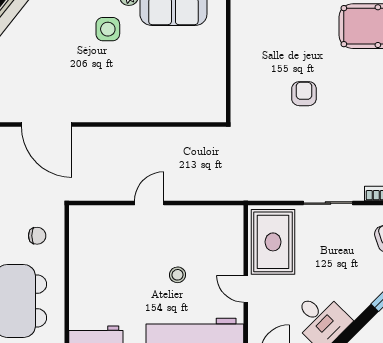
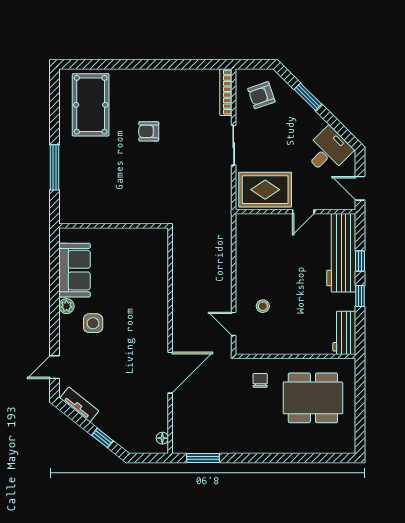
armchair: (304, 94) -> (149, 131), moved
door: (149, 203) -> (234, 324), moved
stool: (178, 275) -> (263, 306), moved

